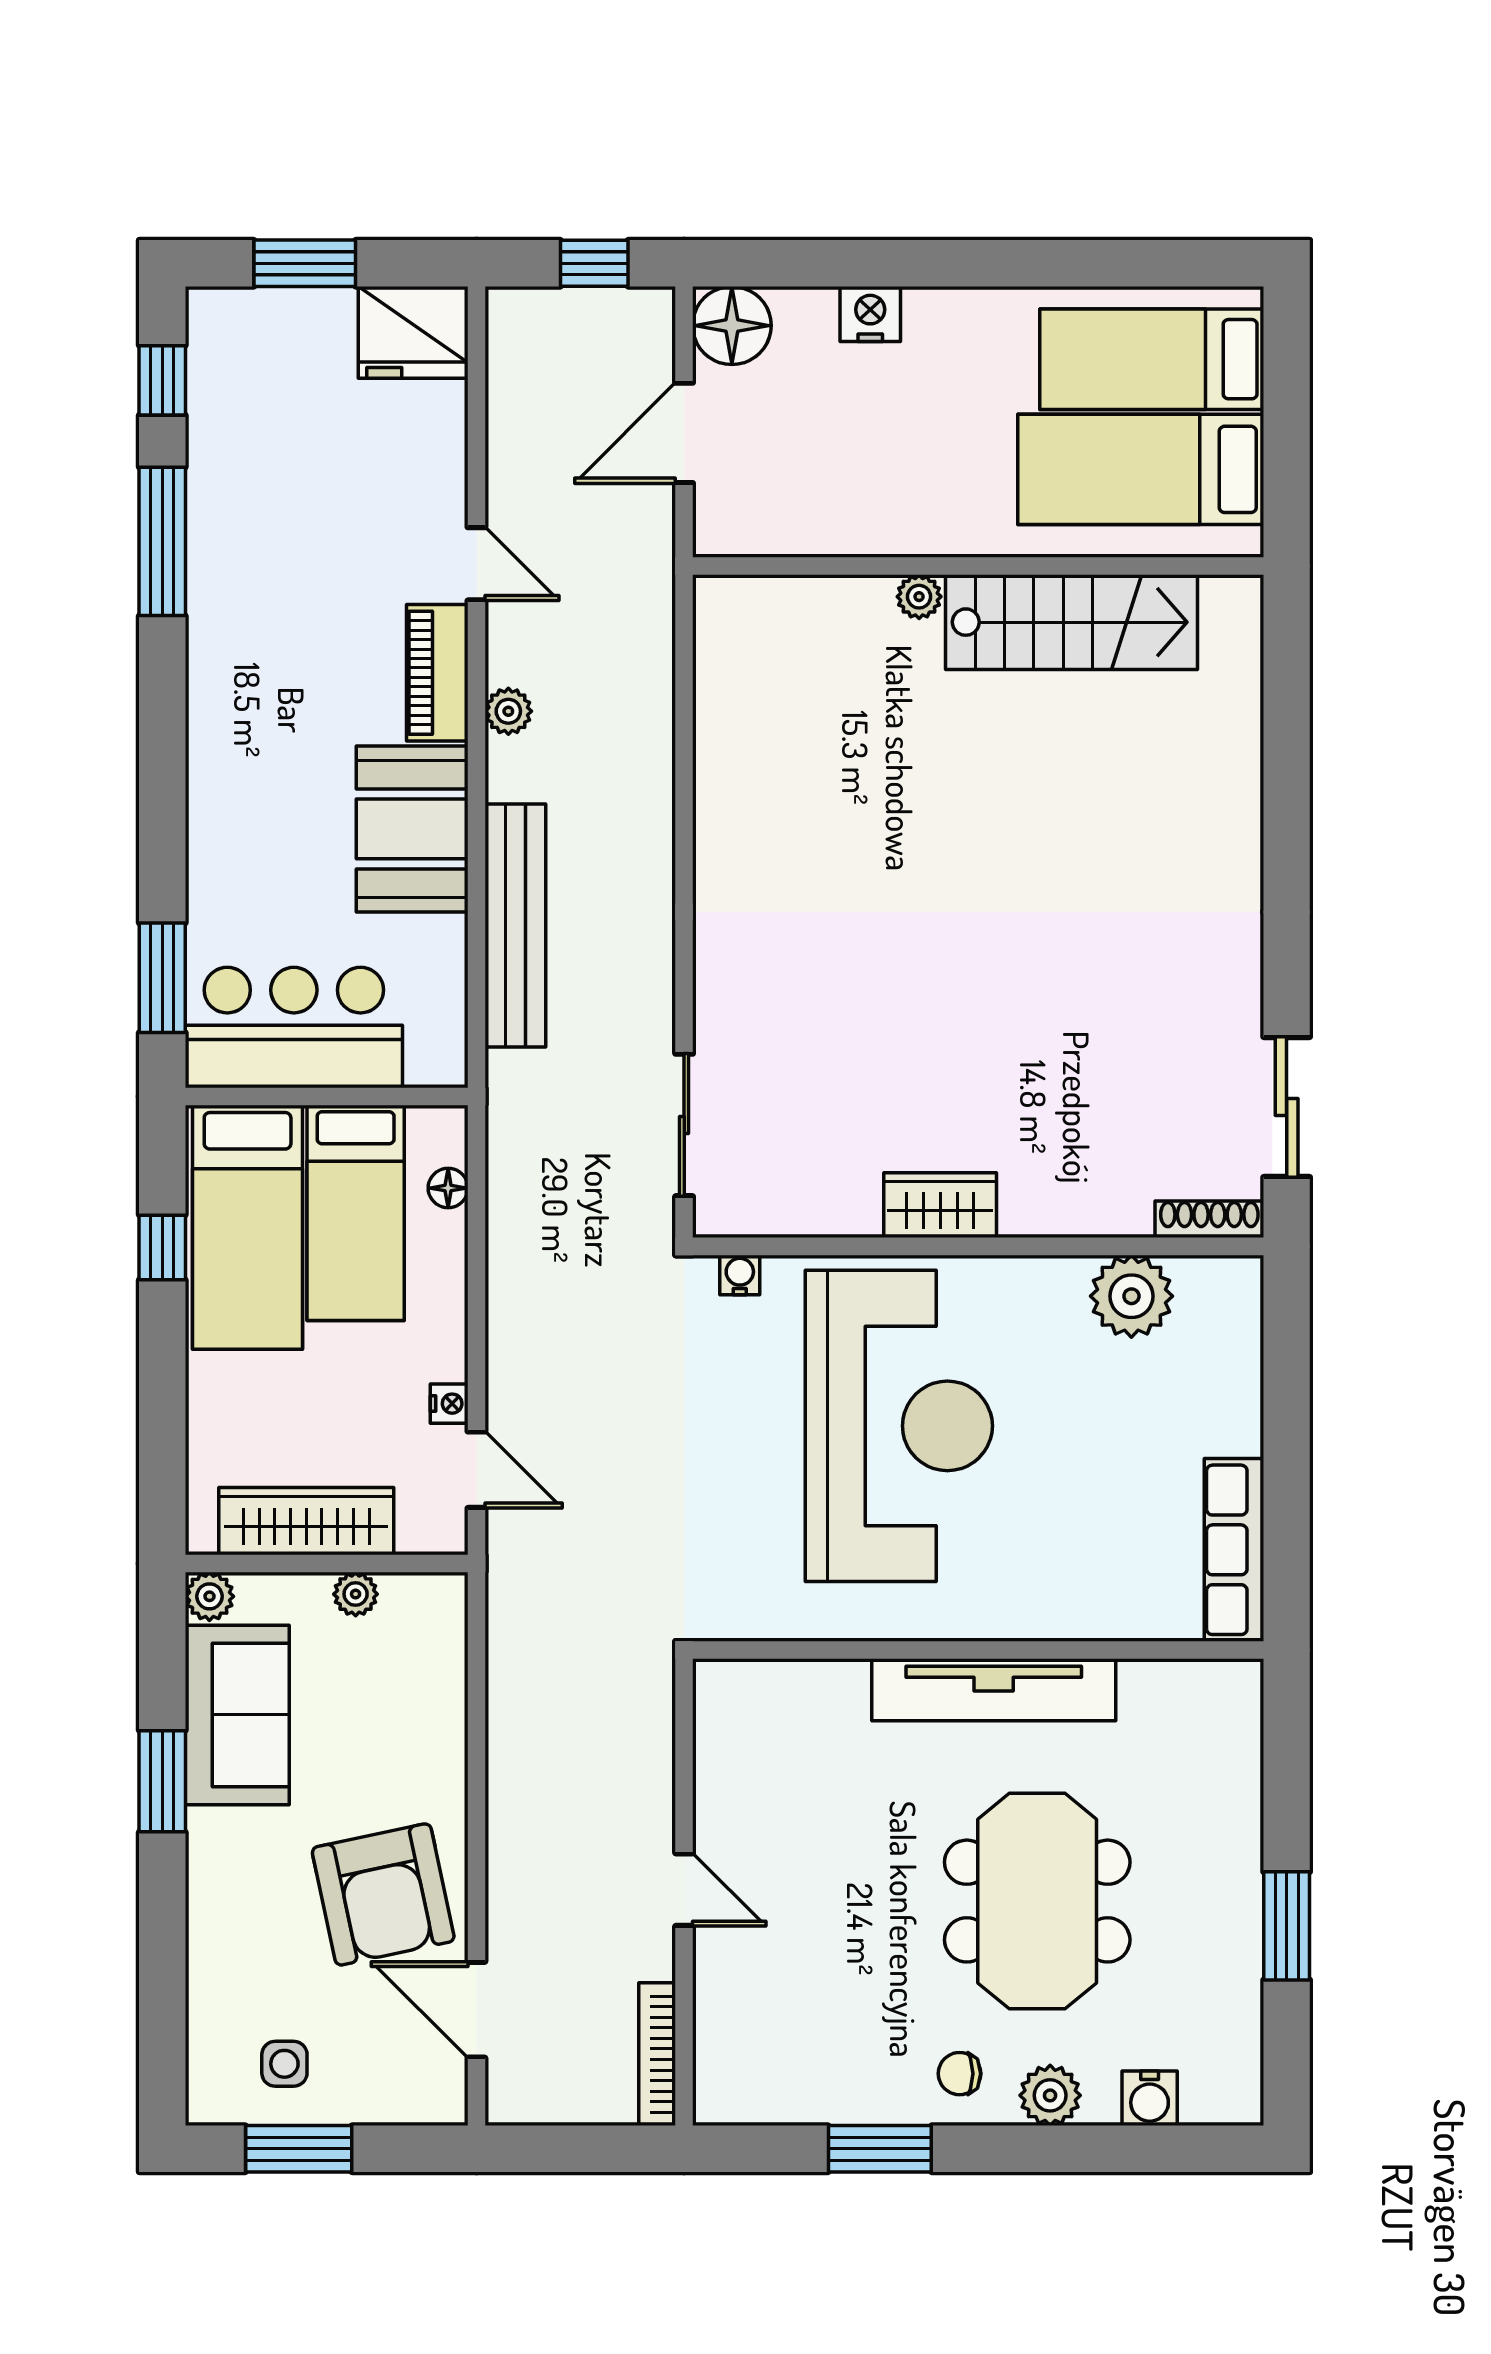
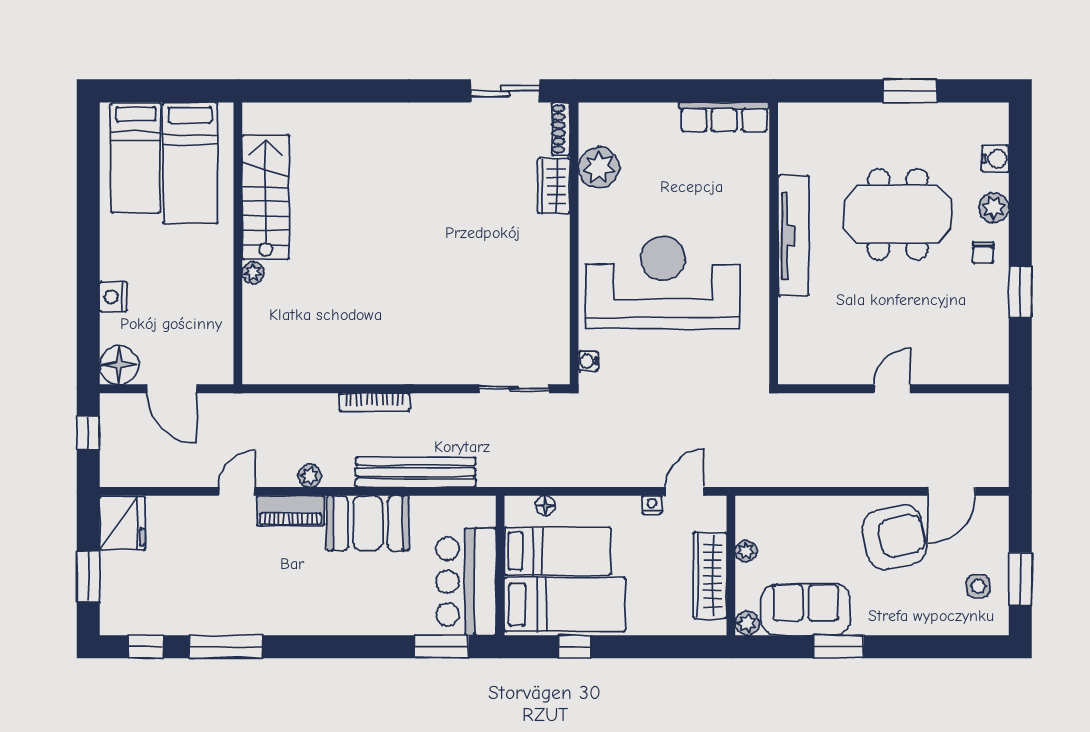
wardrobe: (940, 1205) -> (554, 186), moved
bookcase: (657, 2054) -> (374, 402), moved

